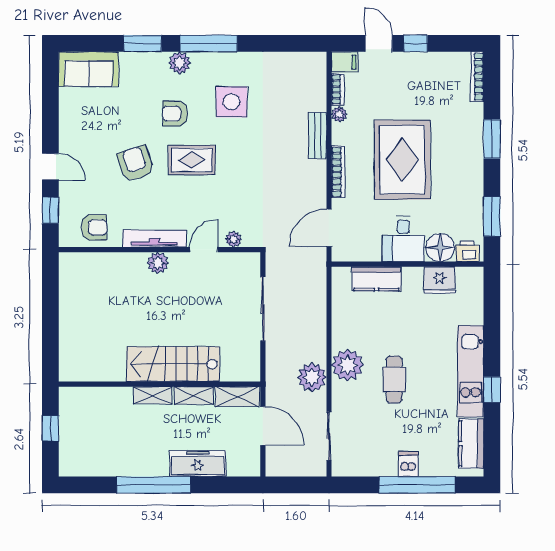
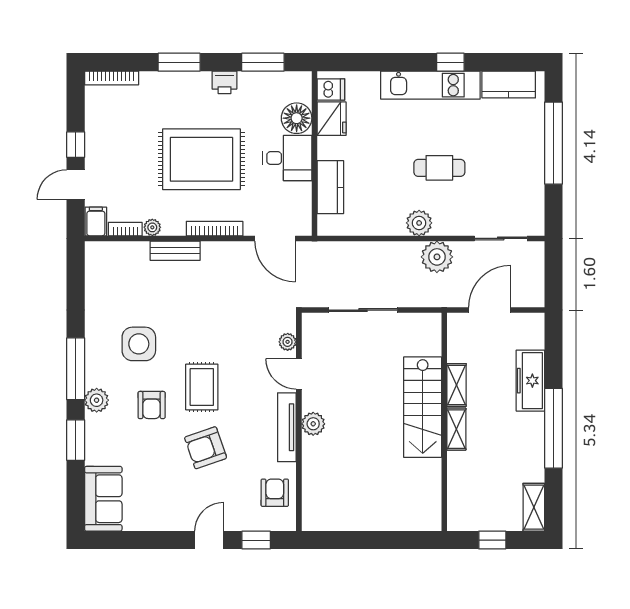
printer: (467, 251) -> (224, 82), moved, turned -90
plant: (348, 365) -> (419, 223), width x0.73, depth x0.73
shelving: (237, 396) -> (534, 507), moved
dishwasher: (408, 464) -> (331, 89), moved, turned 180

